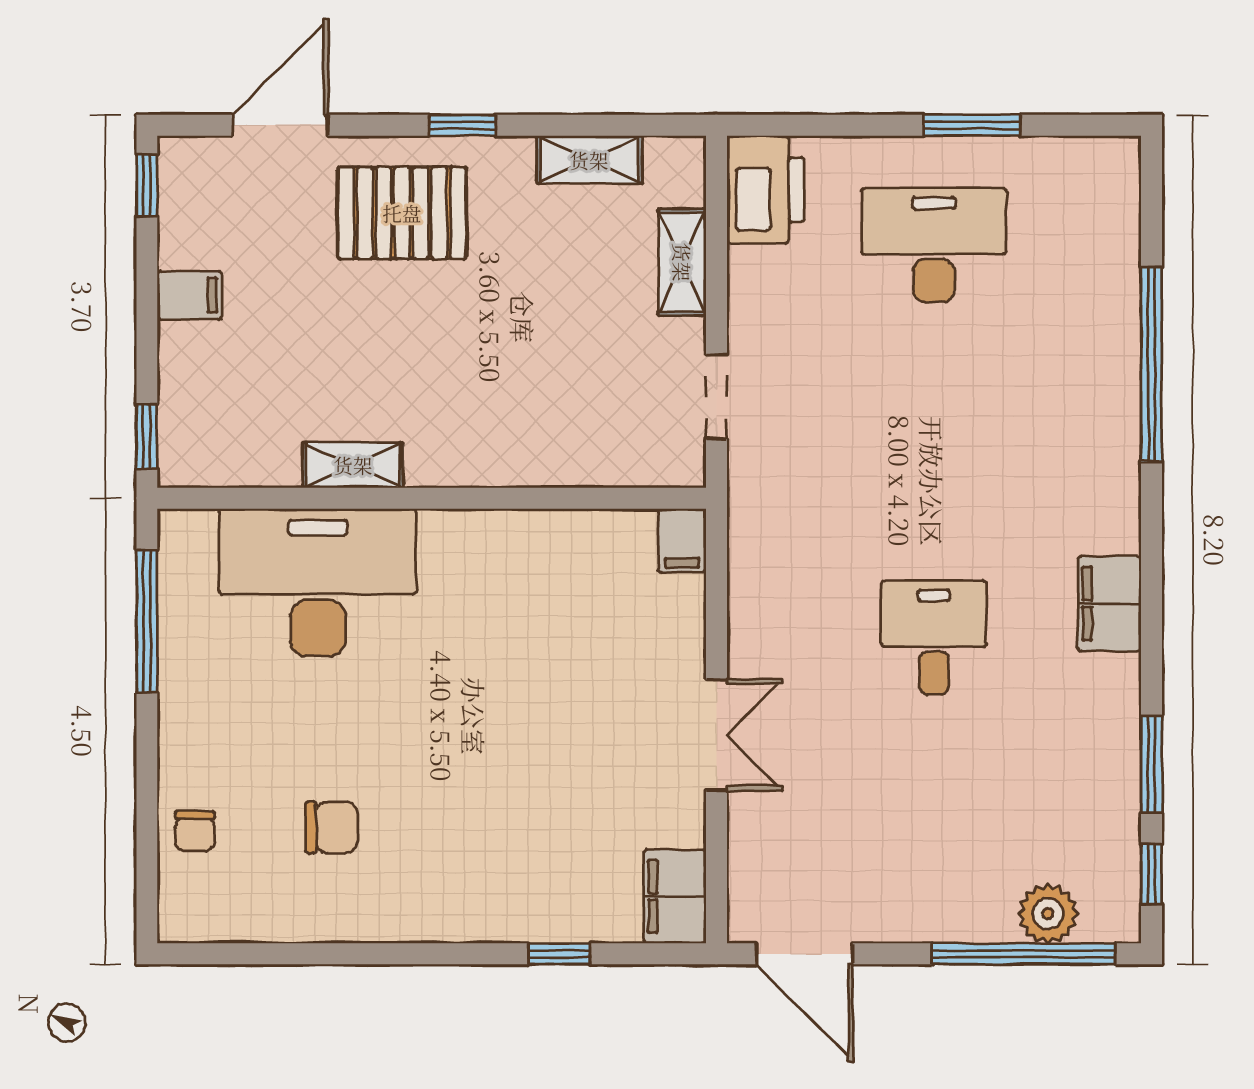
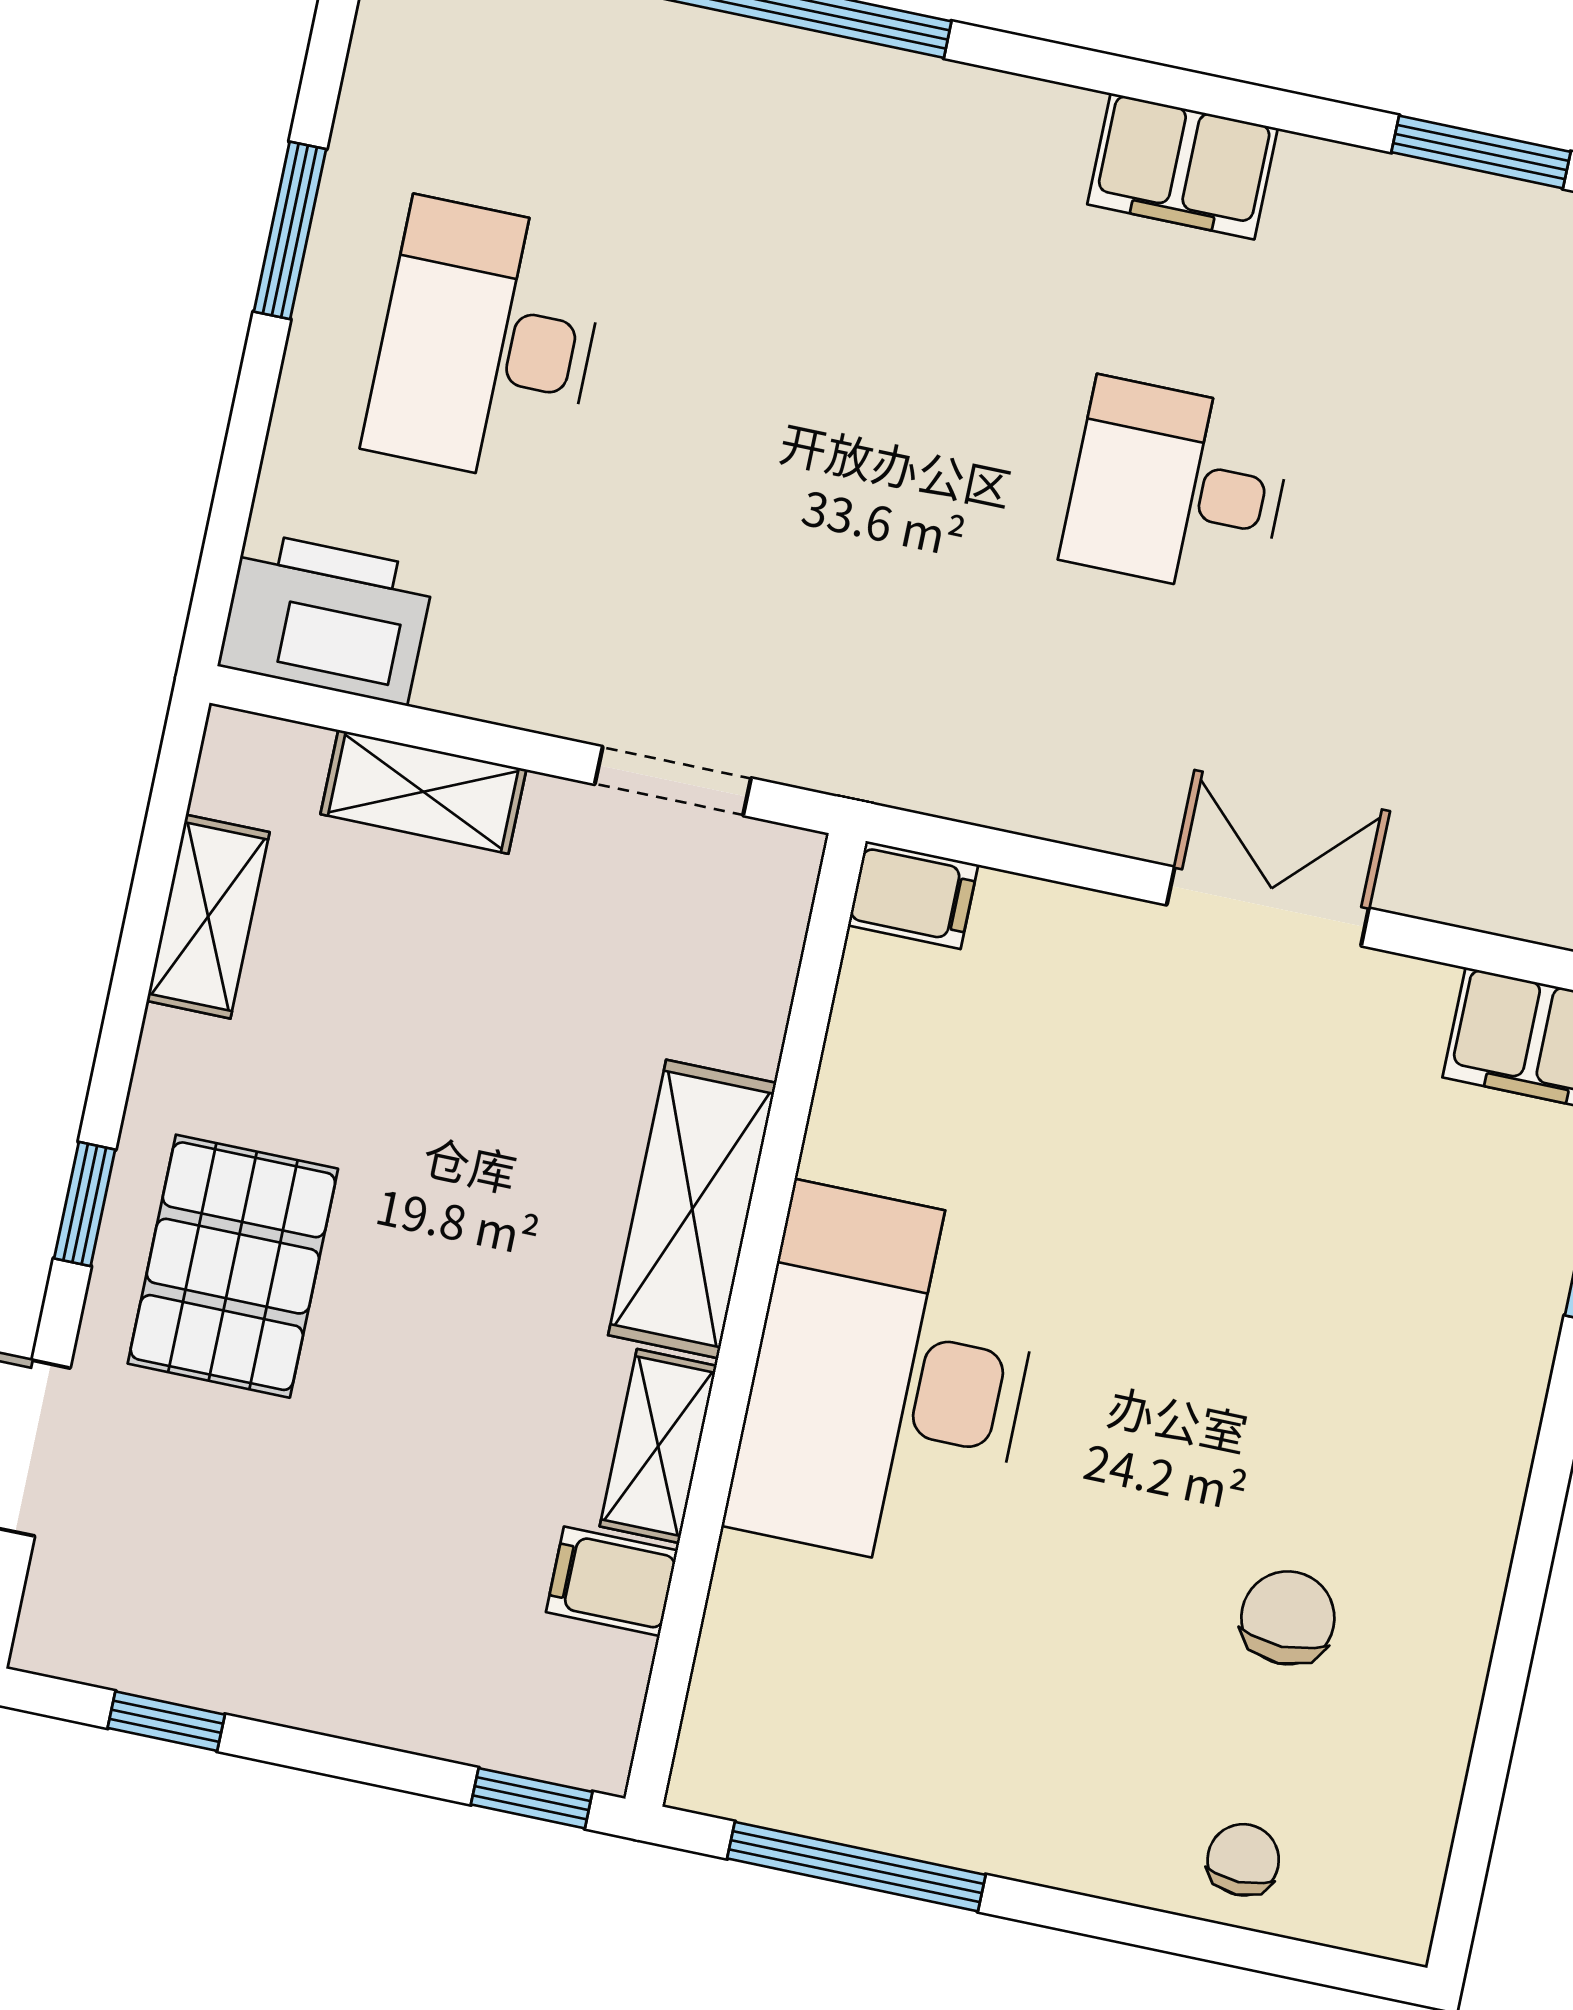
window: (462, 125) -> (85, 1204), moved
window: (147, 185) -> (166, 1721), moved
filing cabinet: (190, 295) -> (612, 1581), moved, turned -90
shelving: (486, 456) -> (692, 1209), added
desk: (318, 582) -> (888, 1380), moved
chair: (195, 831) -> (1243, 1860), turned -90

